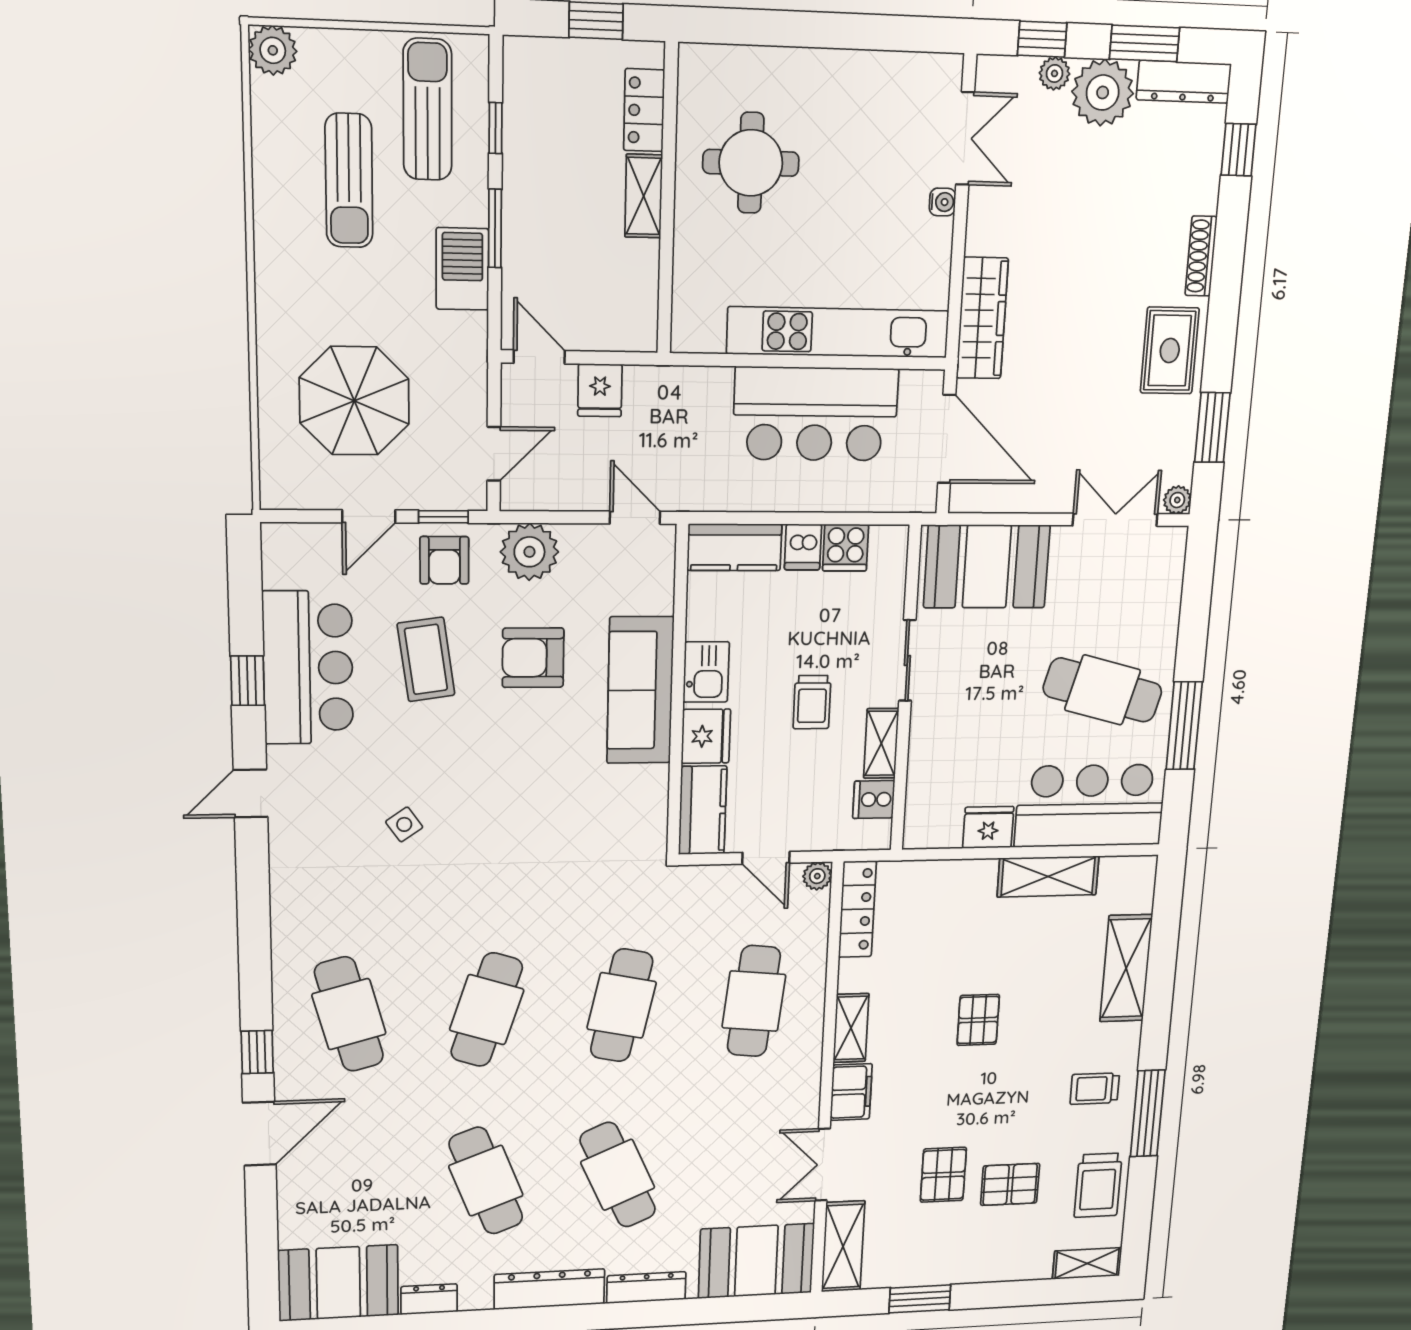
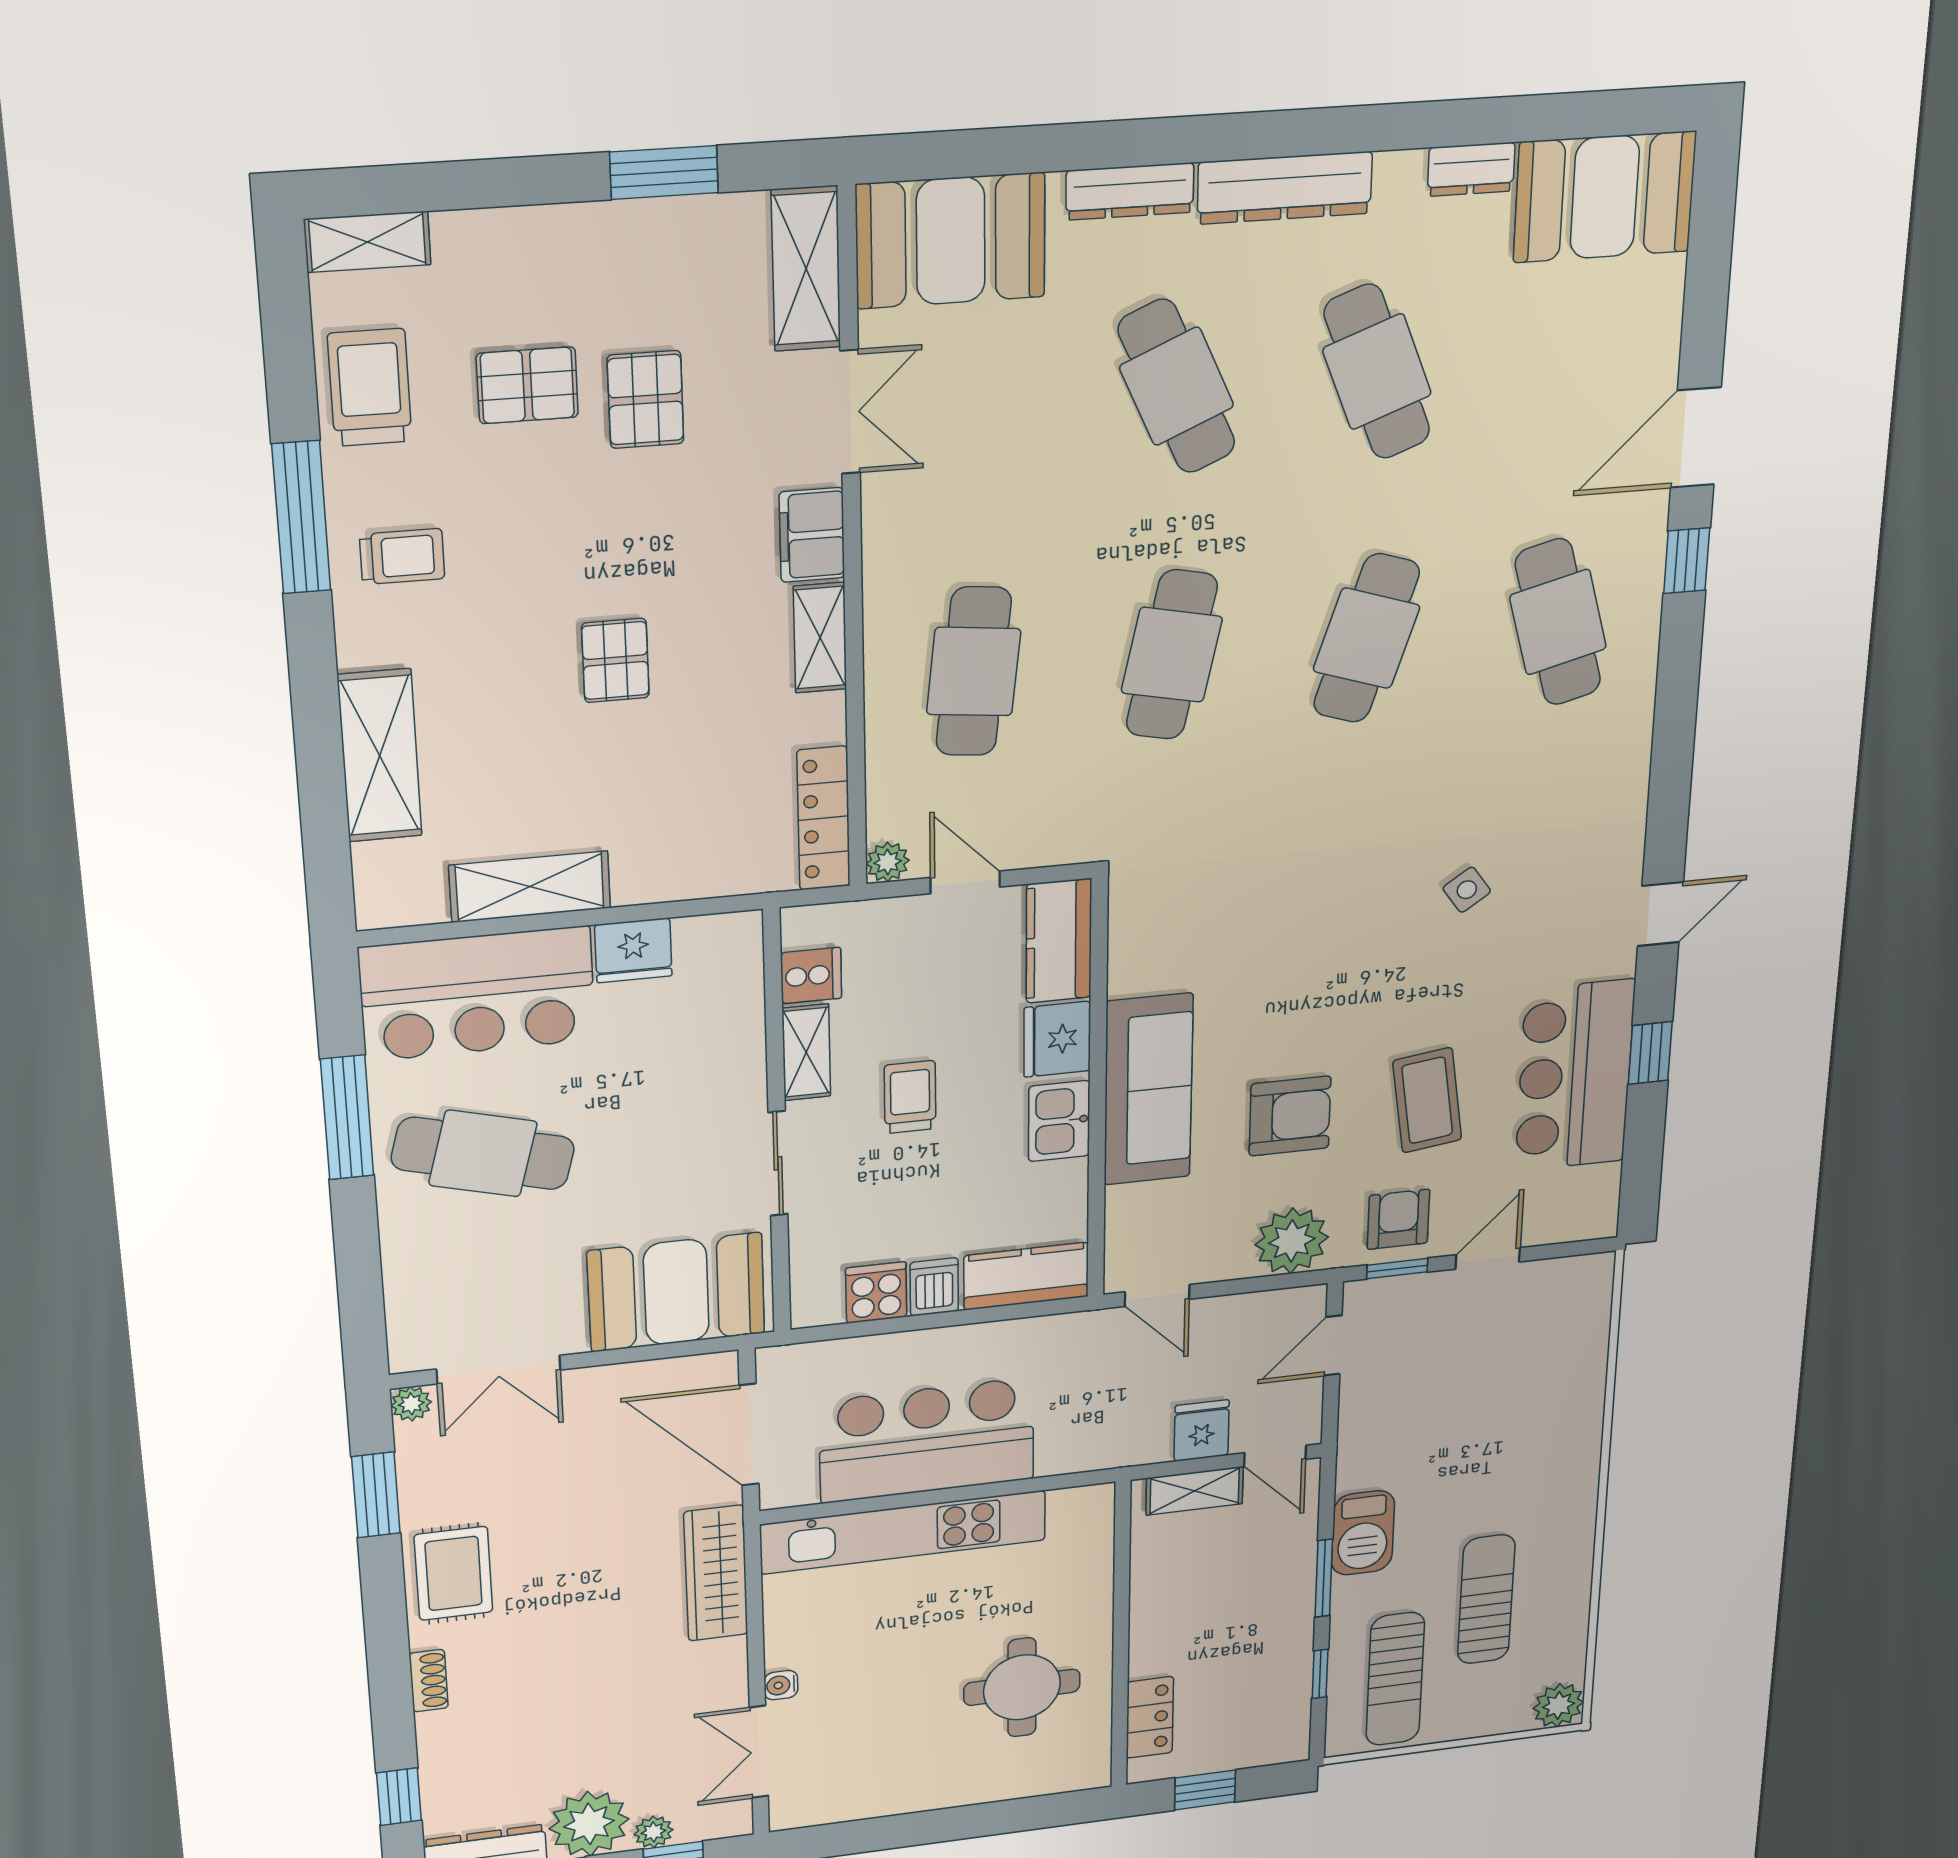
shelving: (644, 196) -> (1195, 1491), moved, turned 90
shoe rack: (1201, 256) -> (429, 1681), width x0.70
parasol: (354, 401) -> (1496, 1381), removed

